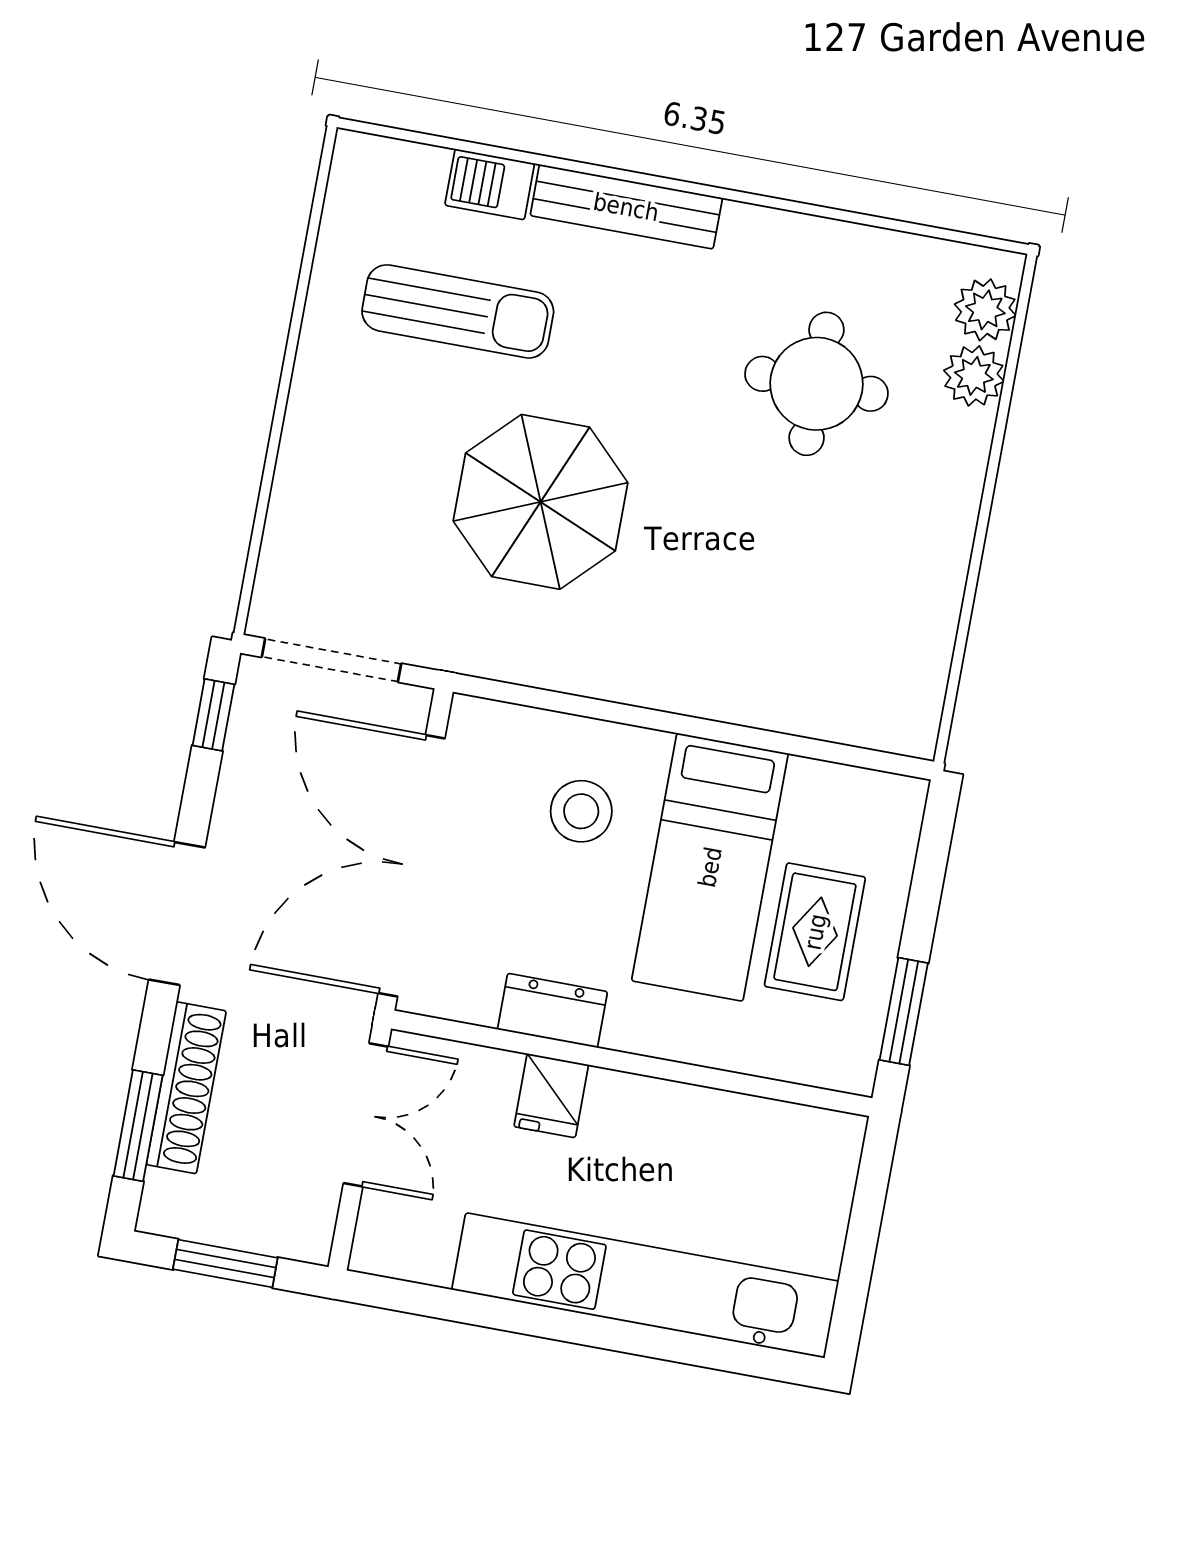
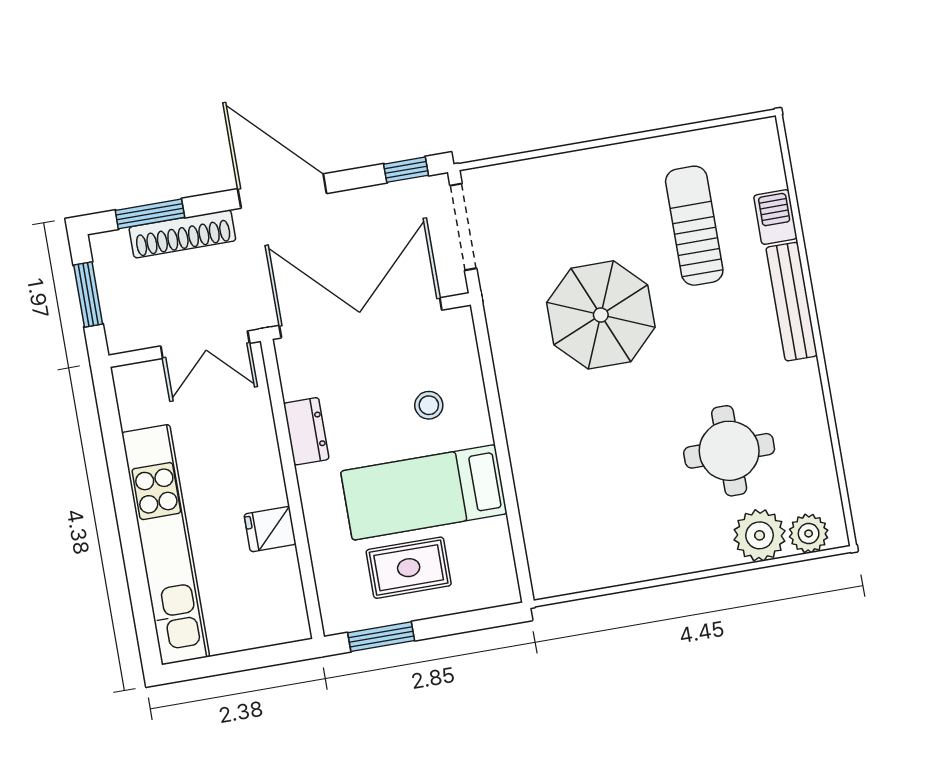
sun lounger: (458, 311) -> (694, 226), turned 180
plant: (974, 376) -> (760, 535), width x1.36, depth x1.36
stool: (581, 811) -> (429, 405), width x0.73, depth x0.73
door: (177, 914) -> (282, 191), hinge flipped
fridge: (551, 1096) -> (270, 529), moved

